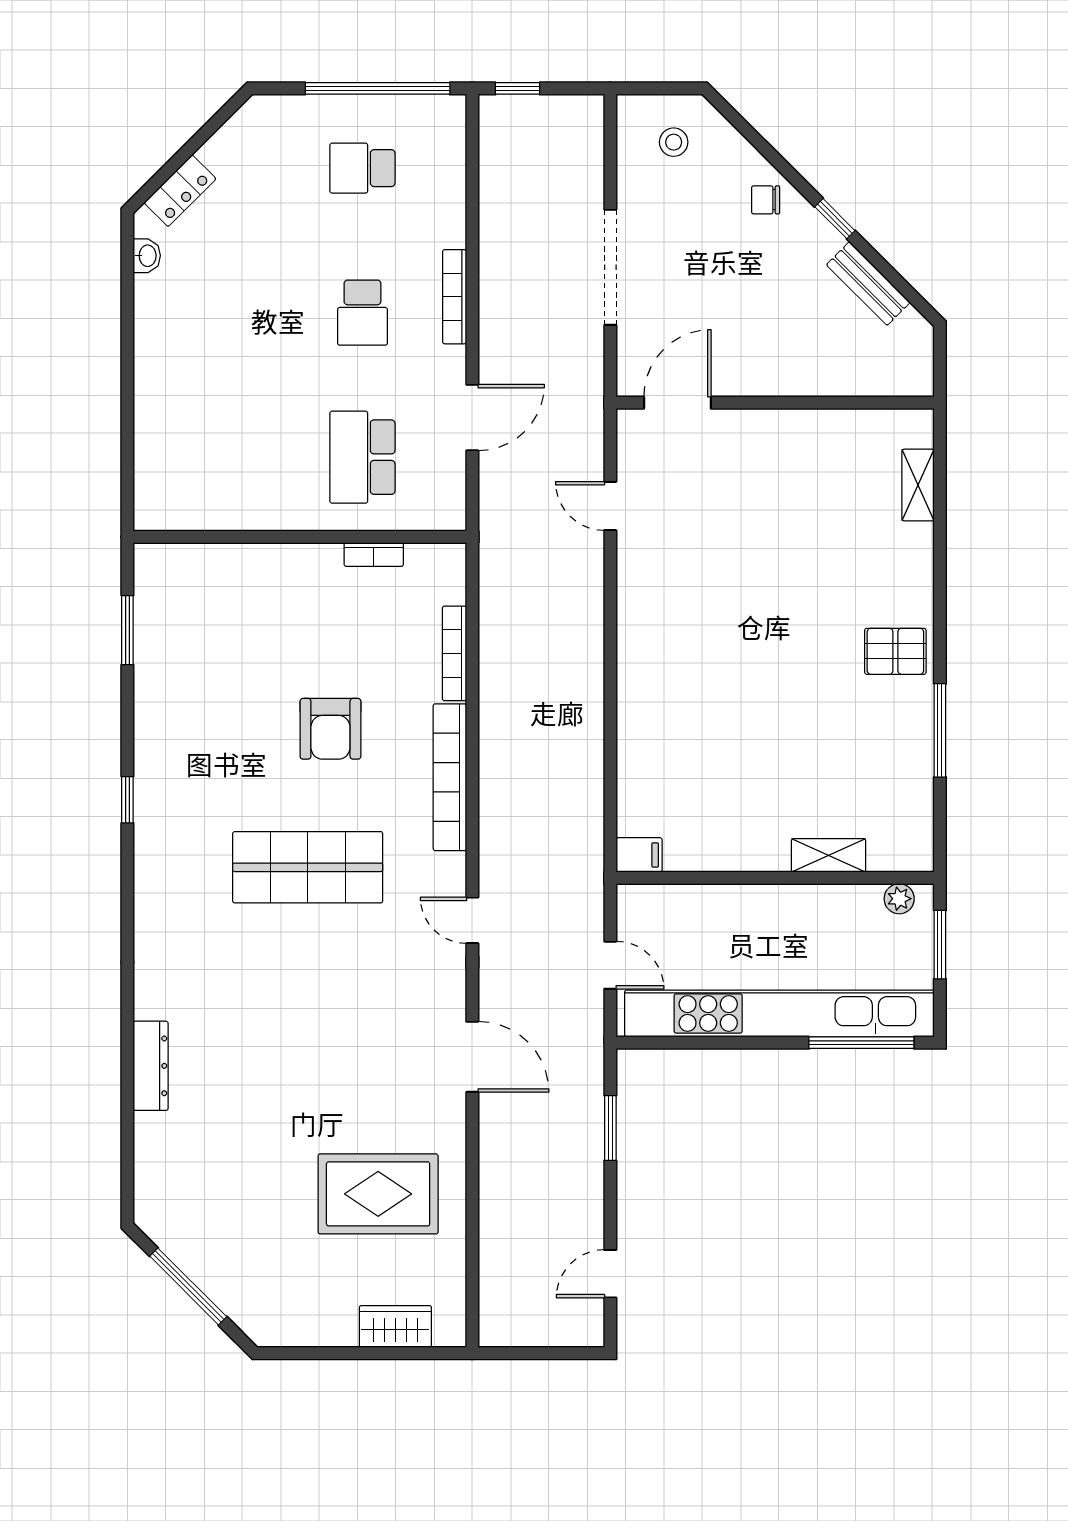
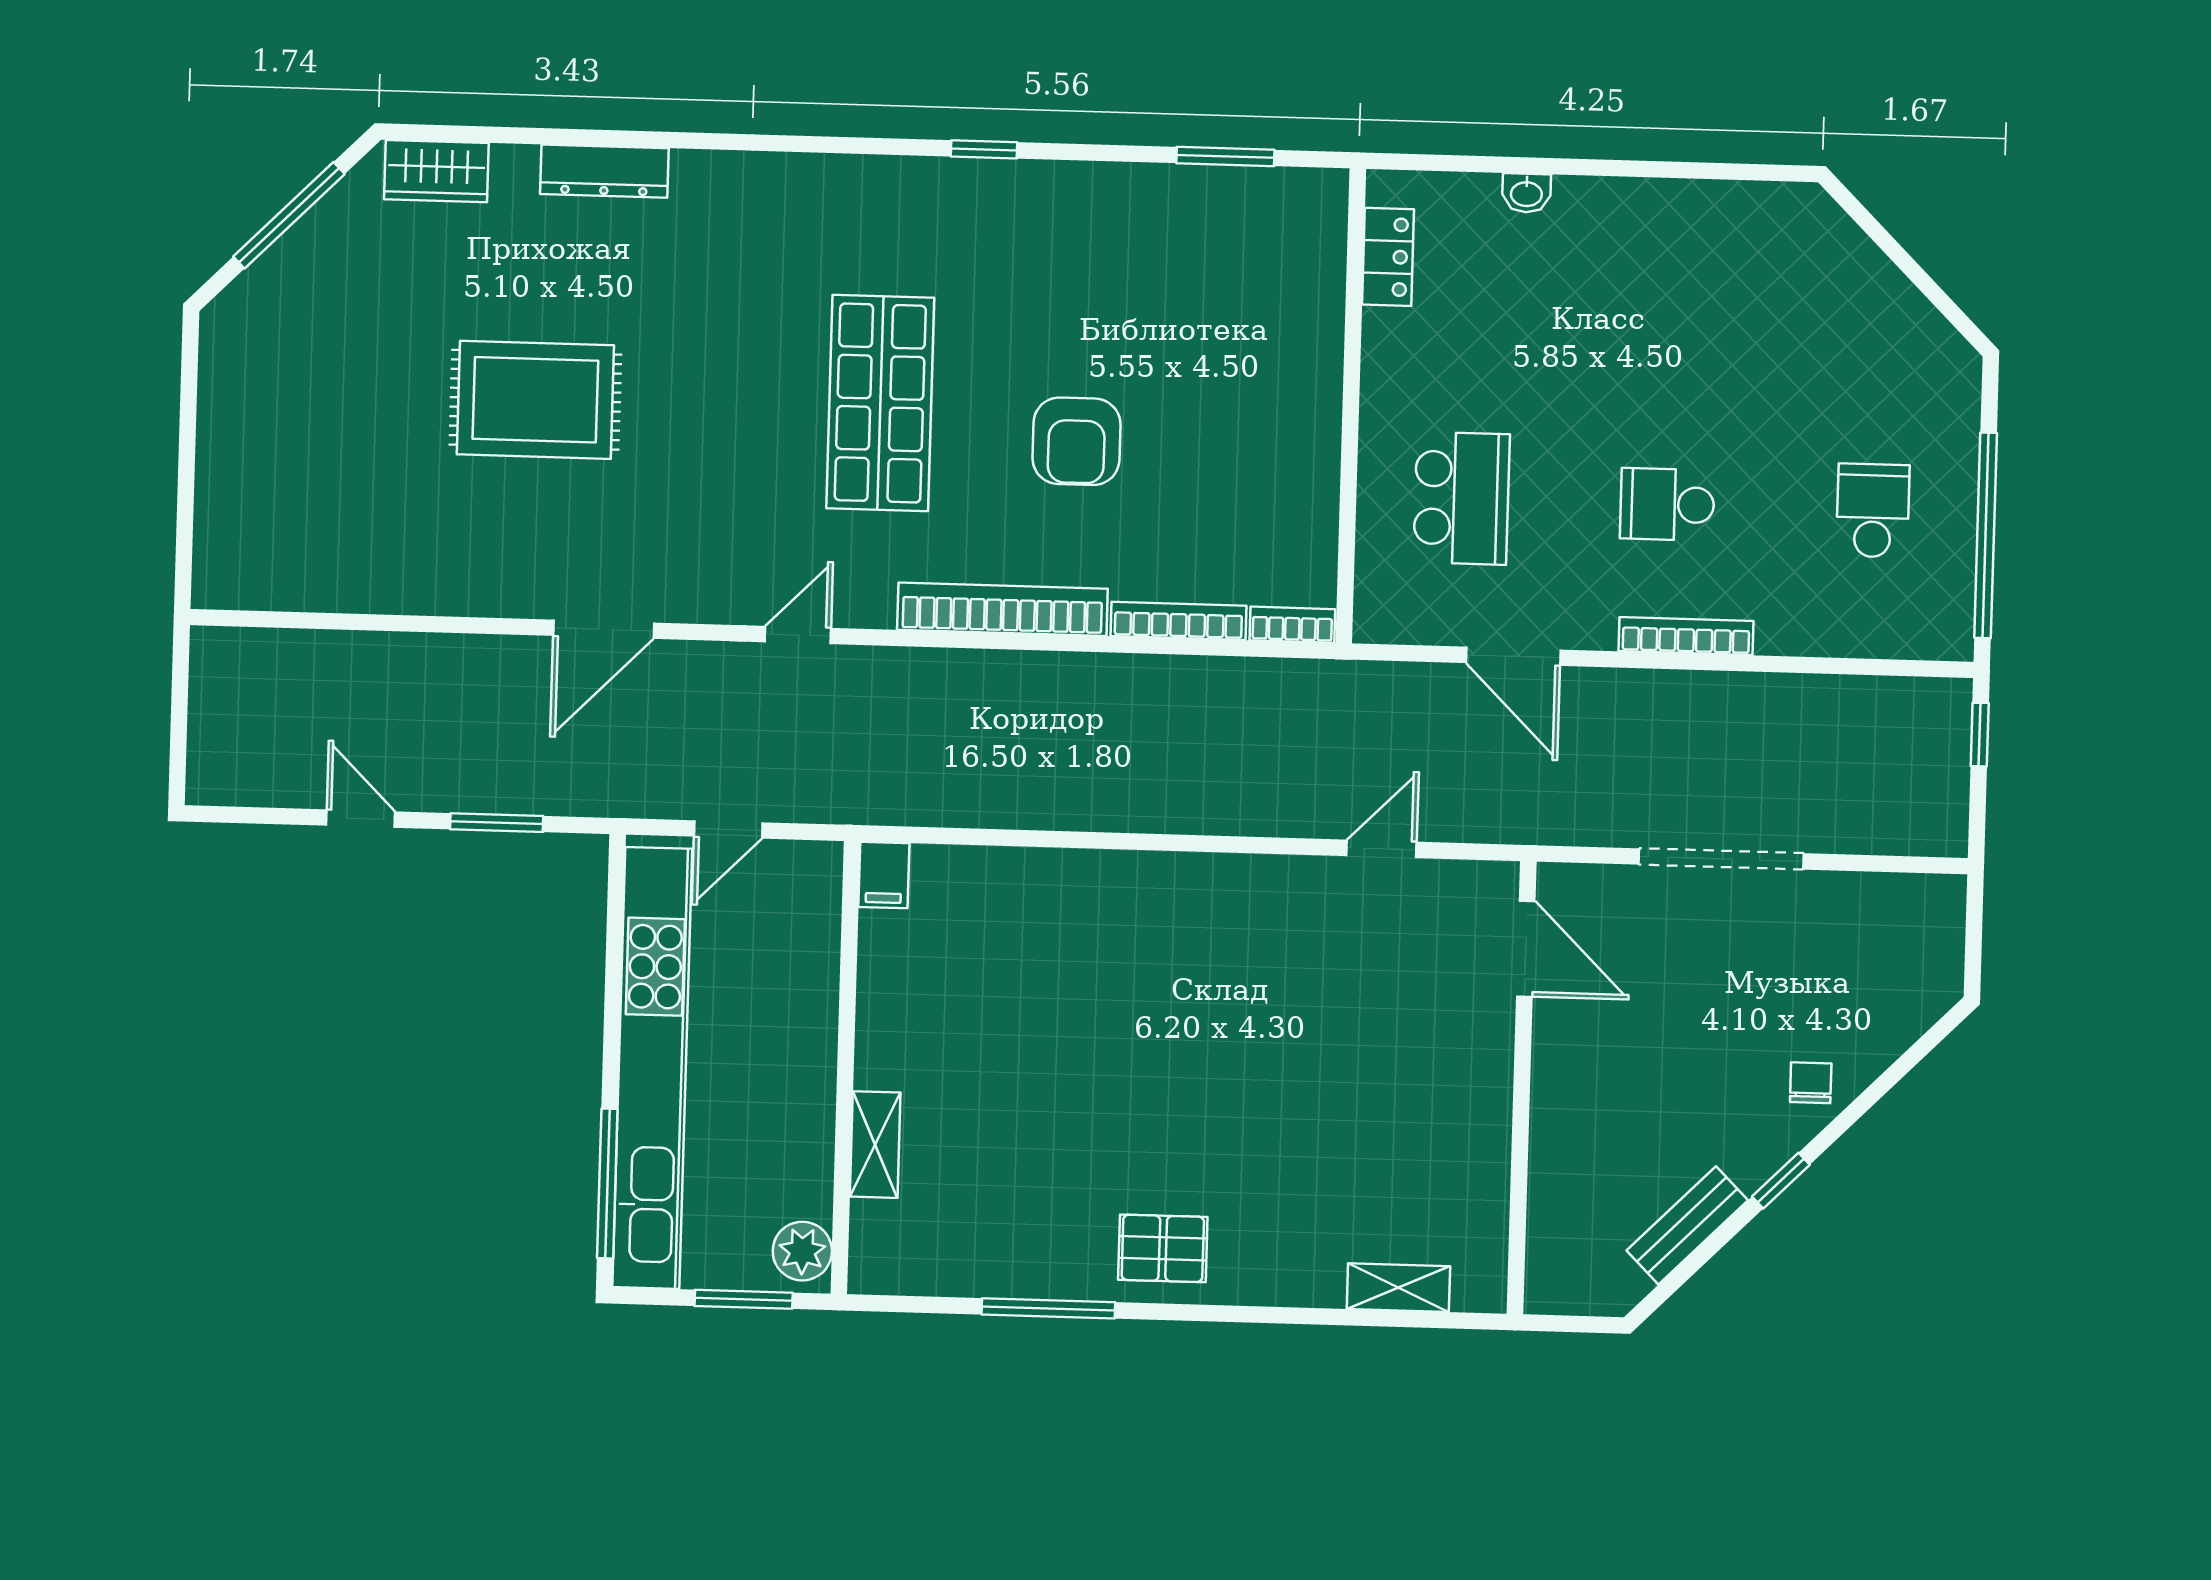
stool: (674, 142) -> (1897, 954), removed
locker: (180, 191) -> (1388, 257), moved, turned -135
washbasin: (147, 256) -> (1526, 193), moved
school desk: (362, 457) -> (1462, 498), turned 90
bookcase: (374, 554) -> (1292, 625), moved, turned 90
pallet: (895, 651) -> (1163, 1248), turned 90
armchair: (330, 729) -> (1076, 441), turned -90
plant: (899, 899) -> (802, 1251), width x1.38, depth x1.38
rug: (378, 1194) -> (535, 400), moved, turned 90
door: (610, 1274) -> (361, 819), moved
wardrobe: (395, 1326) -> (436, 171), moved, turned 90

